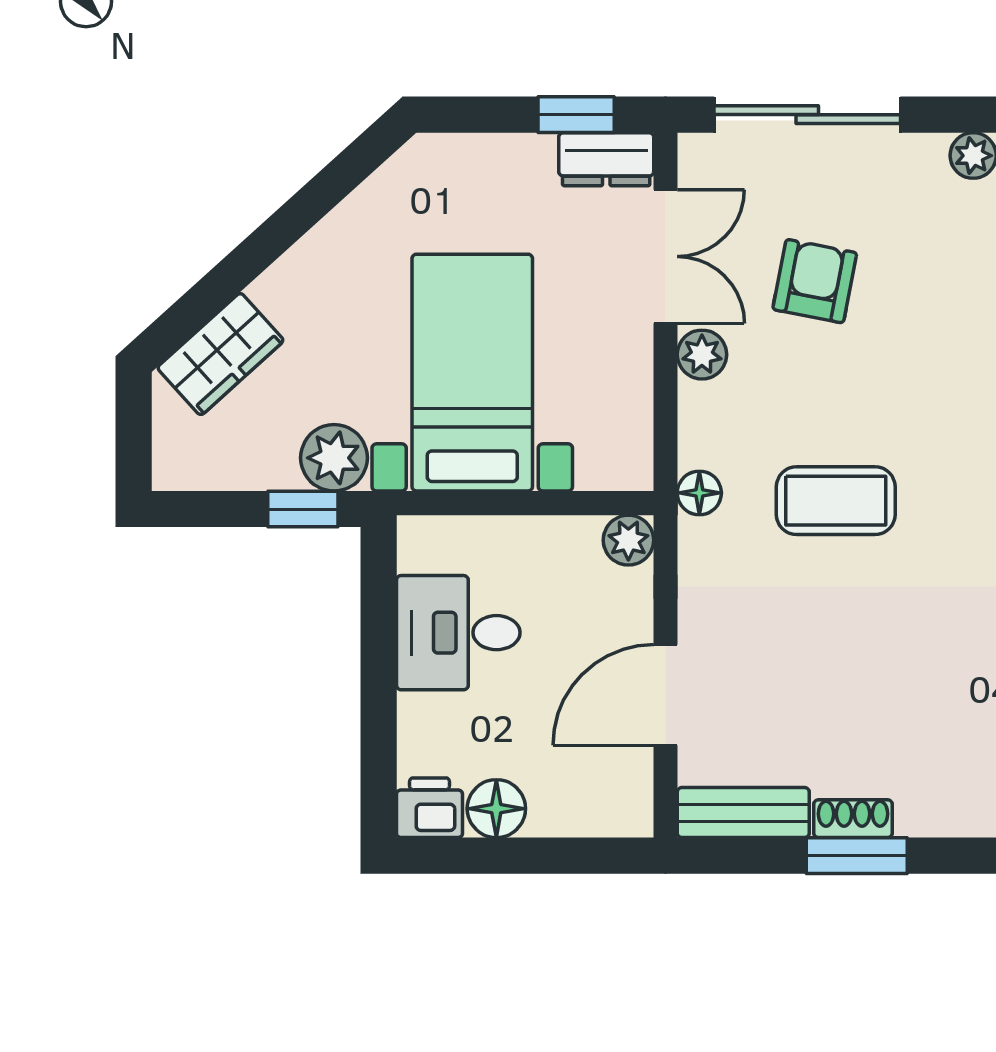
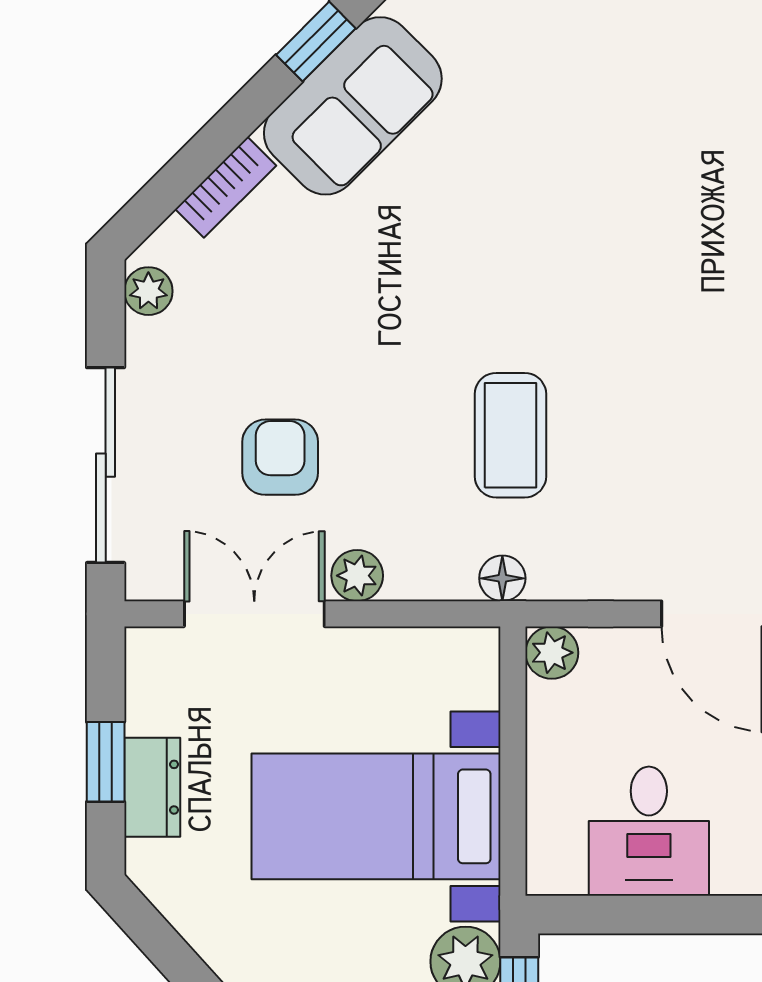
window: (576, 115) -> (106, 762), moved
dresser: (606, 159) -> (152, 787), moved
armchair: (815, 281) -> (280, 457), turned 79

